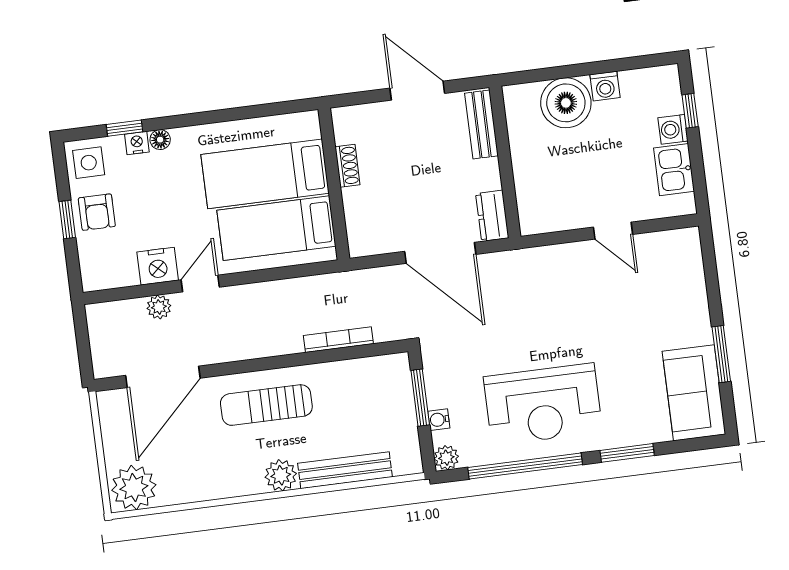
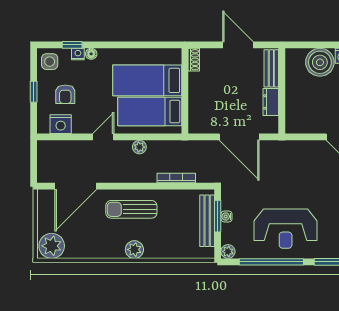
shoe rack: (347, 166) -> (194, 60), moved
armchair: (97, 212) -> (65, 94), moved
dresser: (492, 216) -> (271, 102), moved
nightstand: (158, 266) -> (61, 124), moved
plant: (159, 307) -> (139, 147), moved
water cooler: (439, 420) -> (226, 216), moved
bench: (345, 470) -> (207, 221), moved, turned 90

